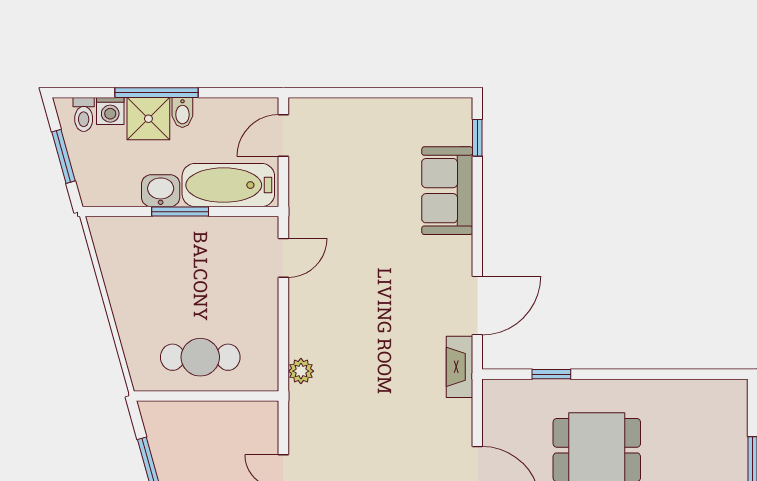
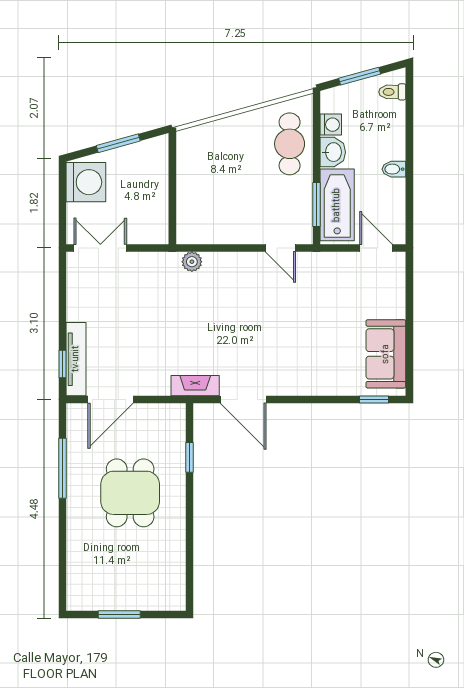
window: (157, 93) -> (409, 149), removed
washing machine: (110, 111) -> (331, 125), moved, turned 180
shower: (148, 119) -> (389, 143), removed
sofa: (447, 191) -> (386, 354), moved, turned -90
window: (180, 212) -> (317, 205), moved
cafe table: (200, 357) -> (290, 144), moved

